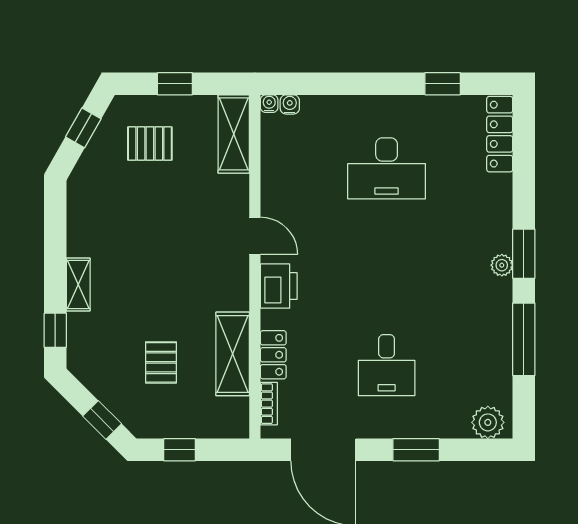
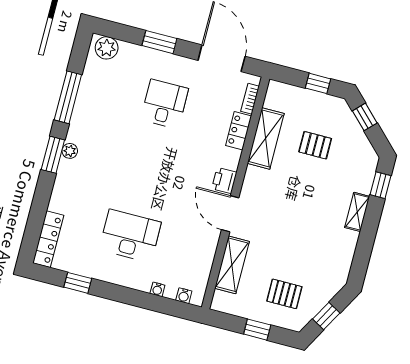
water cooler: (269, 104) -> (157, 289), moved
shelving: (234, 134) -> (232, 265), moved
door: (255, 236) -> (230, 214), width x1.38
printer: (279, 286) -> (224, 180), width x0.73, depth x0.81
pallet: (161, 362) -> (315, 145), turned 90

